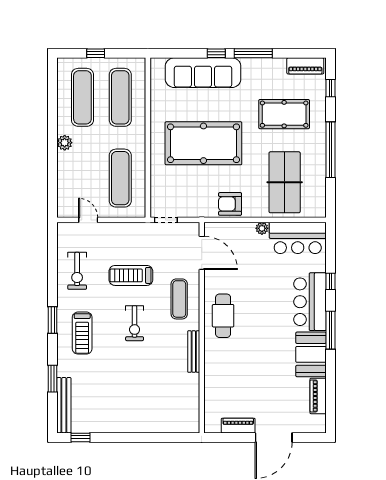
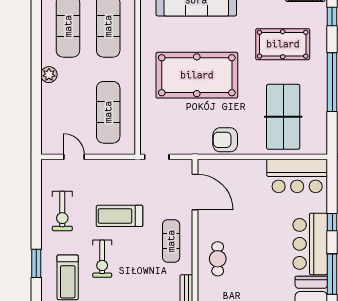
plant: (262, 228) -> (259, 166), removed
cafe table: (223, 316) -> (218, 259), width x0.73, depth x0.74
exercise bike: (135, 323) -> (102, 259), moved

